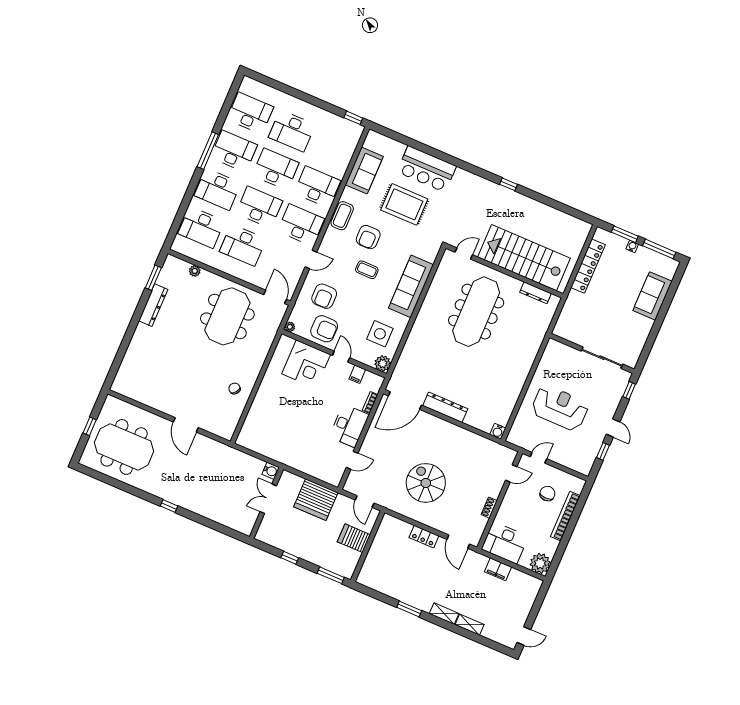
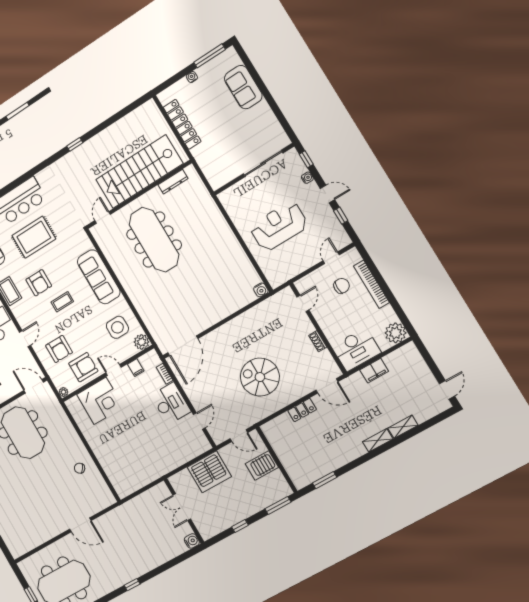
window: (625, 234) -> (178, 77), removed
water cooler: (615, 402) -> (307, 178), added
dresser: (445, 407) -> (211, 318), removed
door: (538, 458) -> (331, 258), moved
water cooler: (271, 471) -> (192, 541), moved
chair: (547, 494) -> (342, 286), turned 90
window: (409, 609) -> (325, 480), moved

